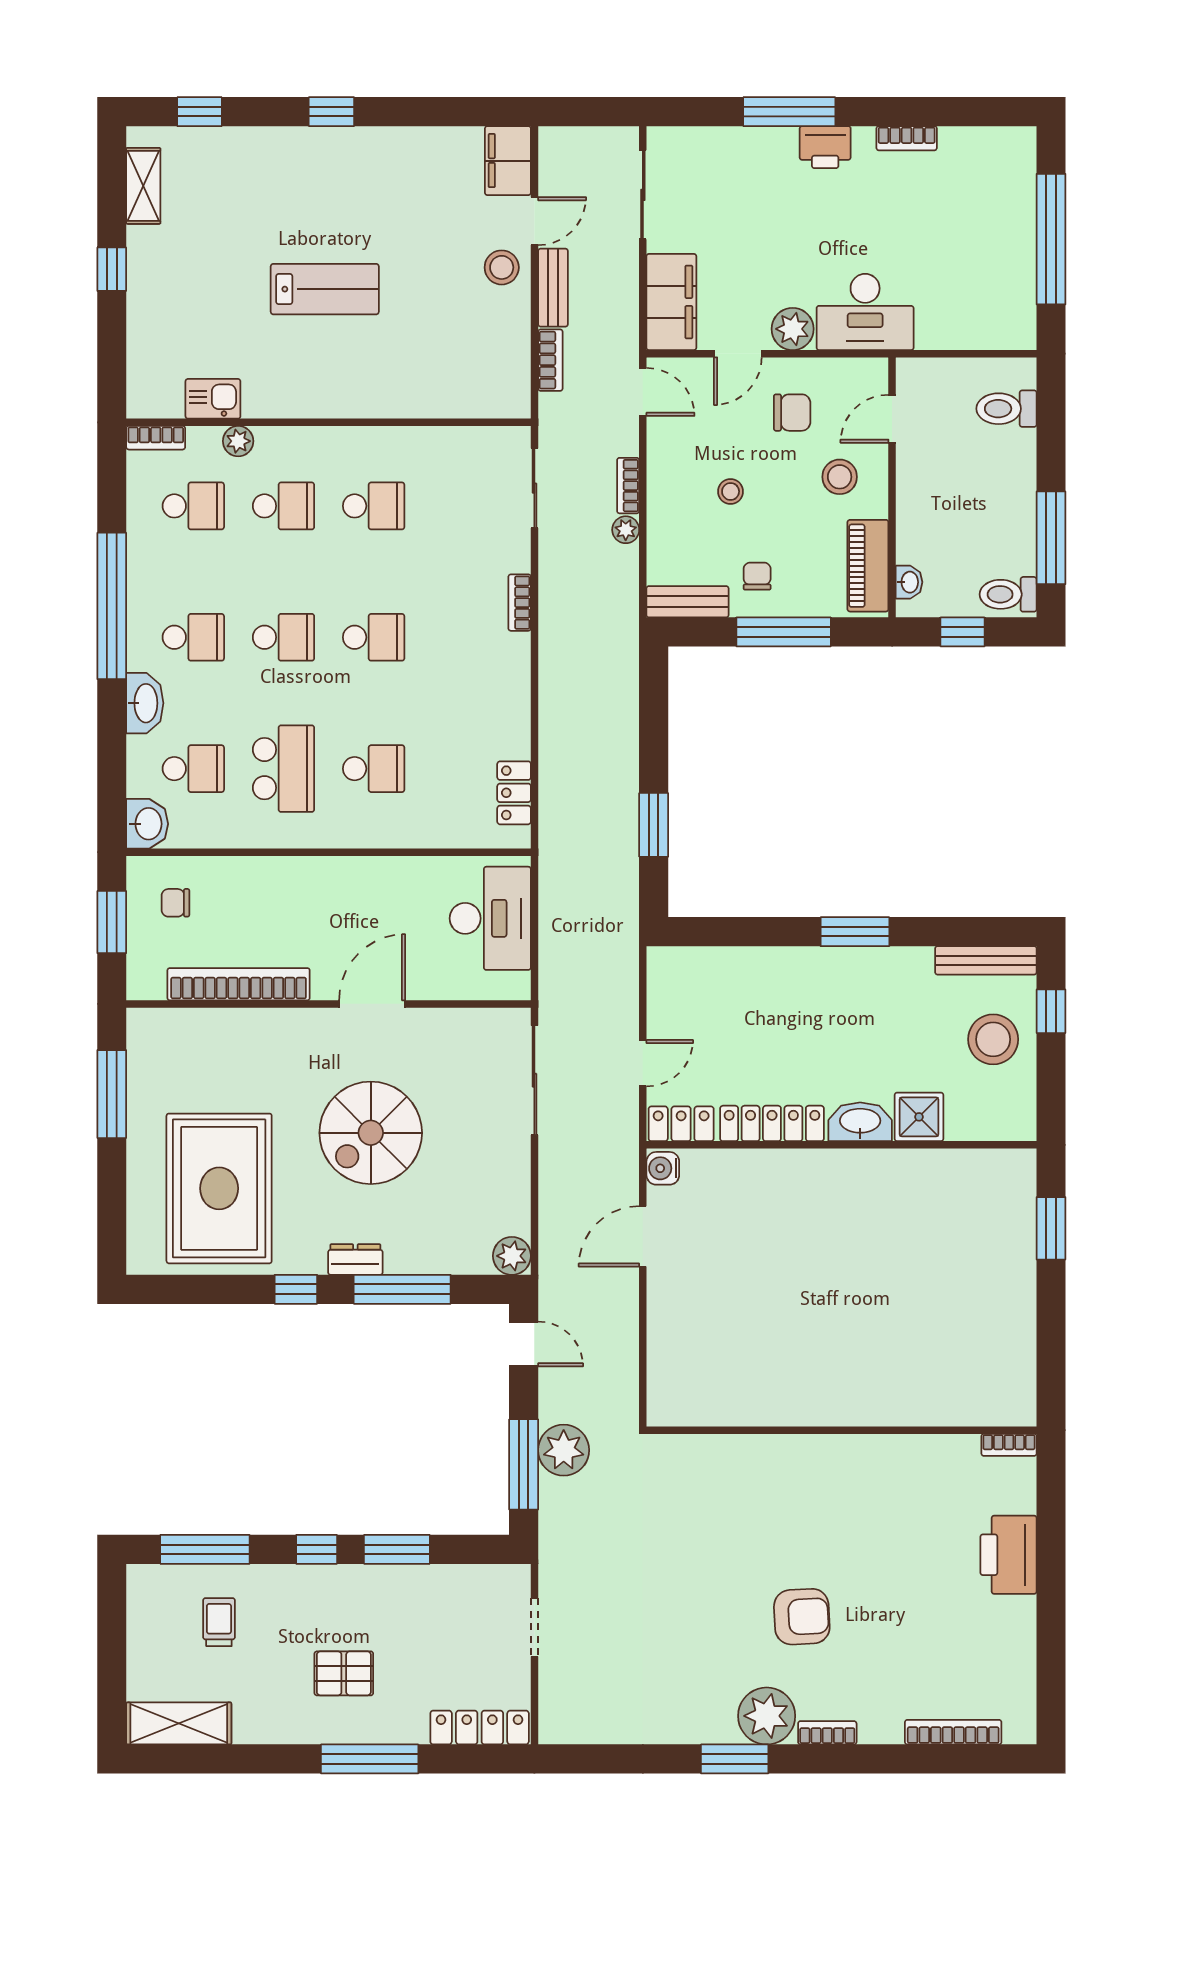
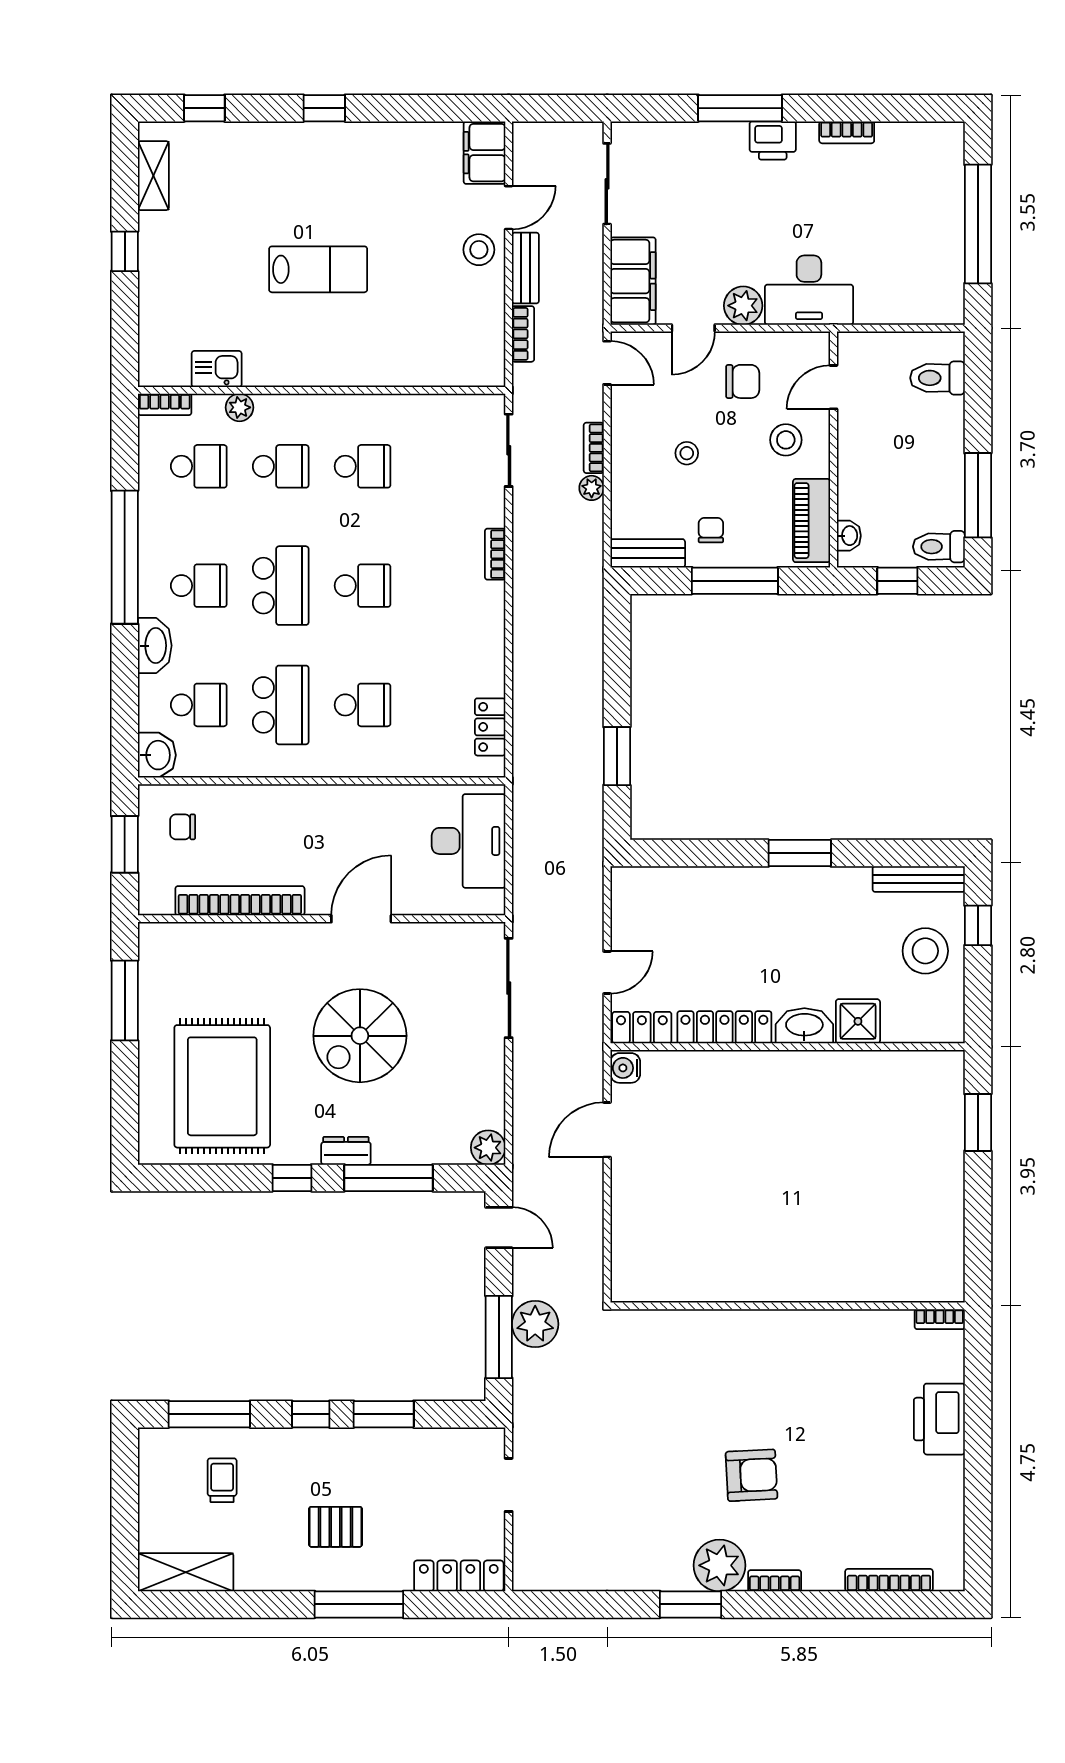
school desk: (283, 637) -> (281, 586), width x1.85

